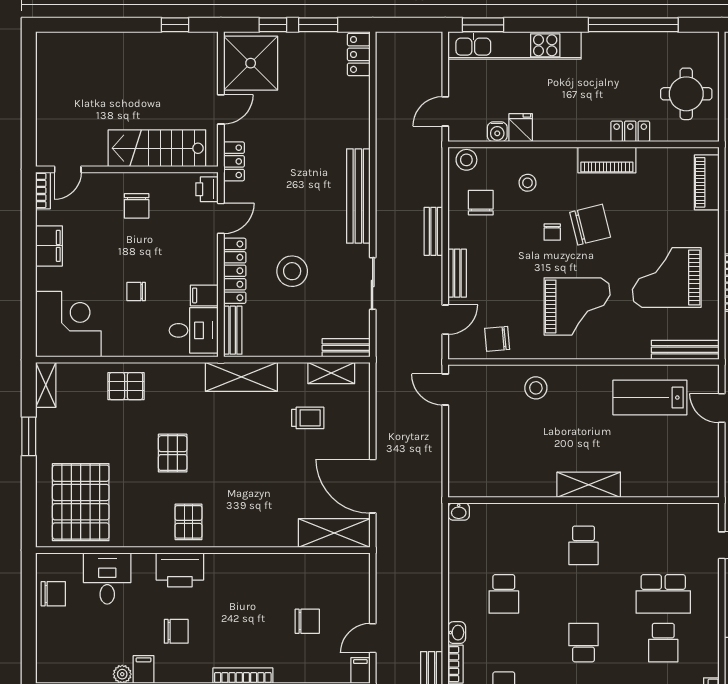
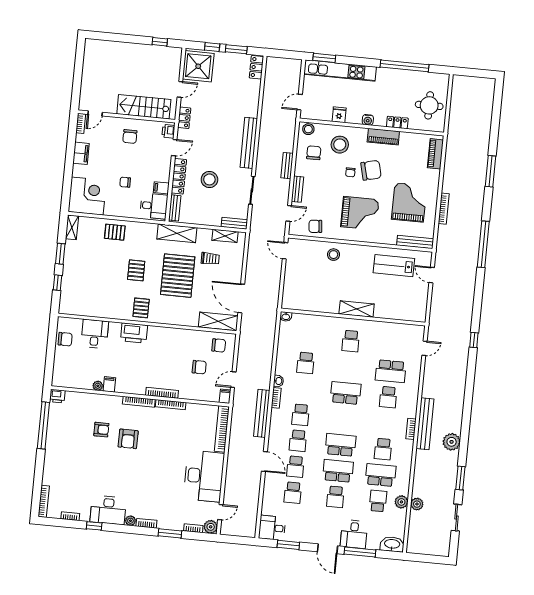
water cooler: (497, 132) -> (368, 120), moved
stool: (527, 183) -> (340, 145), width x1.89, depth x1.89
grand piano: (667, 277) -> (409, 202), turned 90
window: (29, 490) -> (57, 283), added
pallet: (81, 502) -> (178, 276), moved
chair: (176, 631) -> (219, 345), moved
school desk: (584, 643) -> (346, 393), width x1.85

